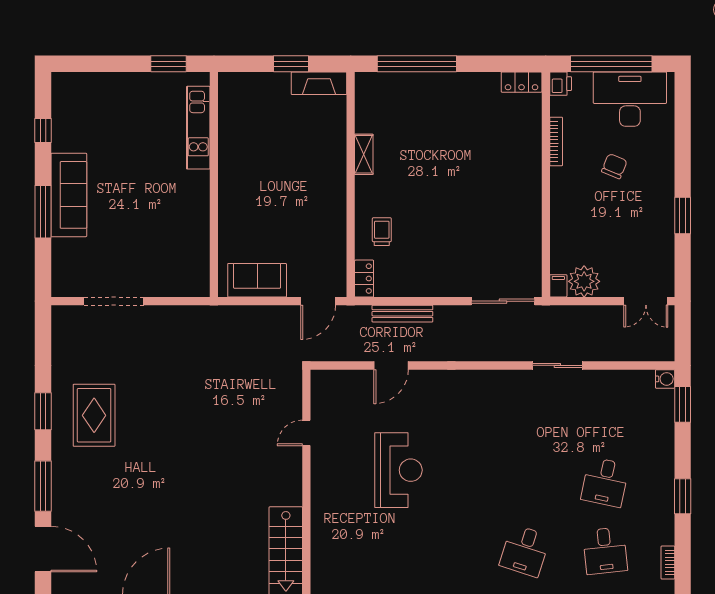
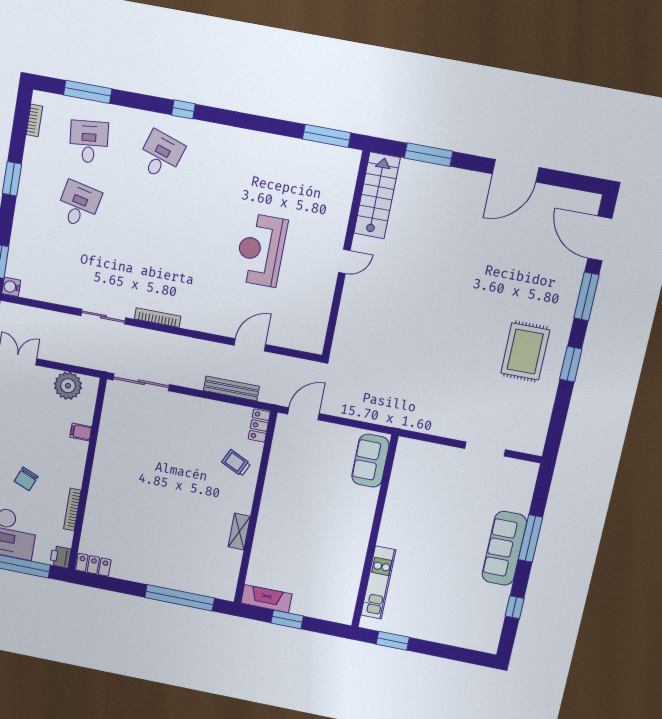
trolley: (382, 232) -> (236, 463), turned 115
sofa: (257, 280) -> (370, 461), moved, turned 90
filing cabinet: (558, 286) -> (81, 432), moved, turned 90
doorway: (113, 301) -> (485, 449), width x0.73
bookcase: (497, 376) -> (158, 318), added
door: (306, 433) -> (344, 261), moved

